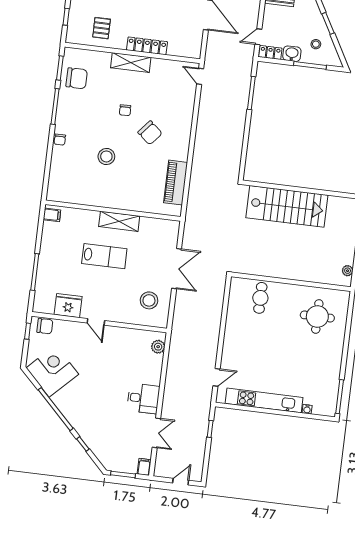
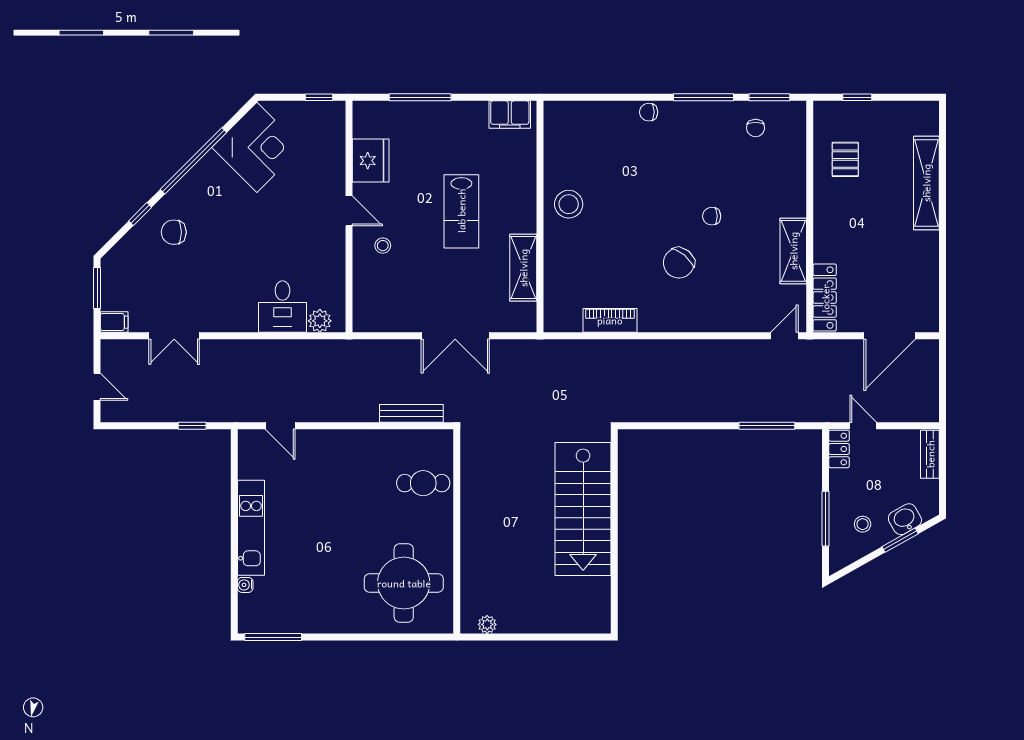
pallet: (102, 28) -> (845, 159), turned 90
locker: (147, 46) -> (825, 298), moved
washbasin: (292, 54) -> (905, 519), moved, turned -119
shelving: (131, 63) -> (793, 251), moved
chair: (77, 78) -> (756, 128), width x0.54, depth x0.54
stool: (106, 156) -> (569, 204), moved
piano: (176, 183) -> (610, 320), width x0.73, depth x0.75
filing cabinet: (52, 215) -> (510, 115), width x2.00
shelving: (119, 221) -> (523, 268), moved
stool: (149, 300) -> (383, 246), moved, width x0.53, depth x0.53
bench: (219, 300) -> (411, 413), added
round table: (317, 316) -> (404, 583), width x1.36, depth x1.36
door: (96, 322) -> (349, 211), swing flipped
chair: (45, 326) -> (174, 232), moved, turned 90
desk: (143, 398) -> (282, 307), moved
kitchen unit: (264, 400) -> (251, 528), width x0.73

